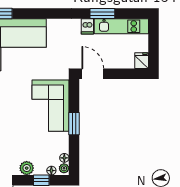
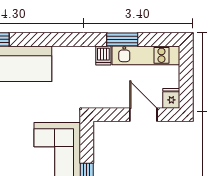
door: (93, 74) -> (143, 115), moved

